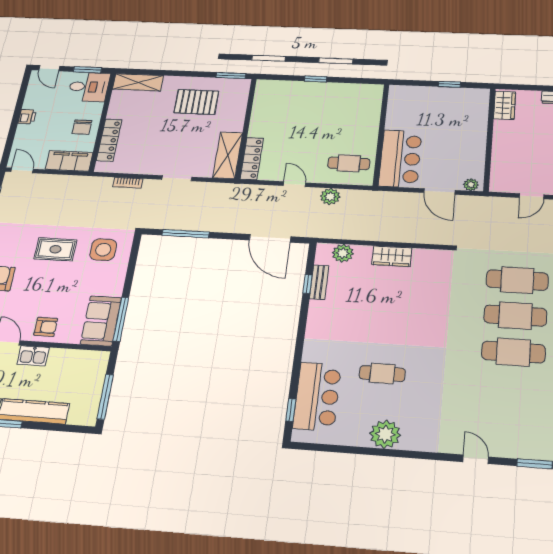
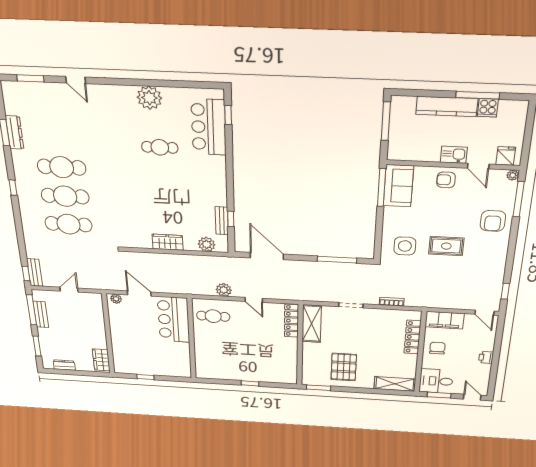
pallet: (196, 102) -> (344, 367), turned 90

